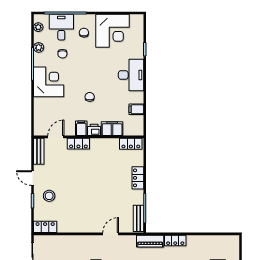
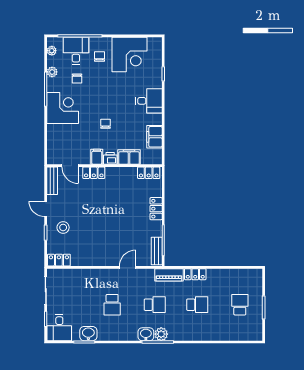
desk: (131, 75) -> (149, 101), width x0.73
filing cabinet: (136, 109) -> (154, 137), width x2.00
door: (56, 137) -> (70, 166), swing flipped

